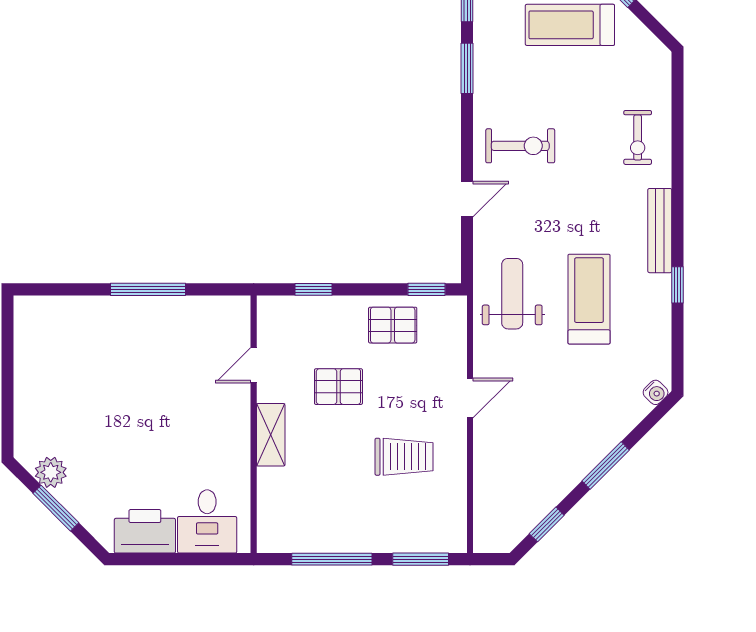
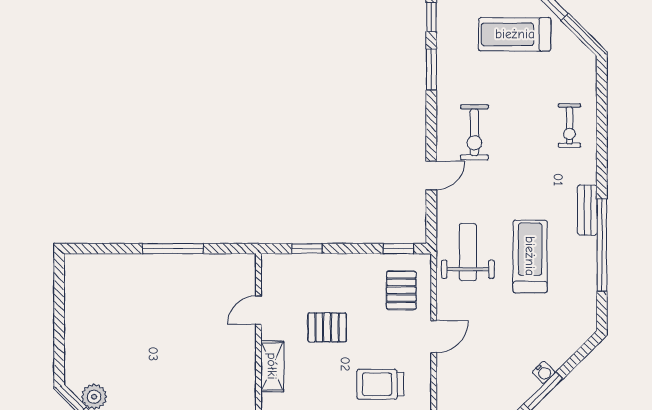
exercise bike: (520, 146) -> (474, 132), turned 90
bench: (660, 231) -> (587, 210), width x0.73
window: (678, 285) -> (602, 245), width x3.17
pallet: (393, 325) -> (401, 290), moved, turned 90
water cooler: (656, 392) -> (544, 372), moved
trolley: (404, 457) -> (380, 384), turned 180

